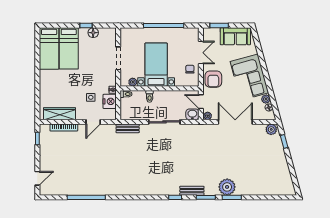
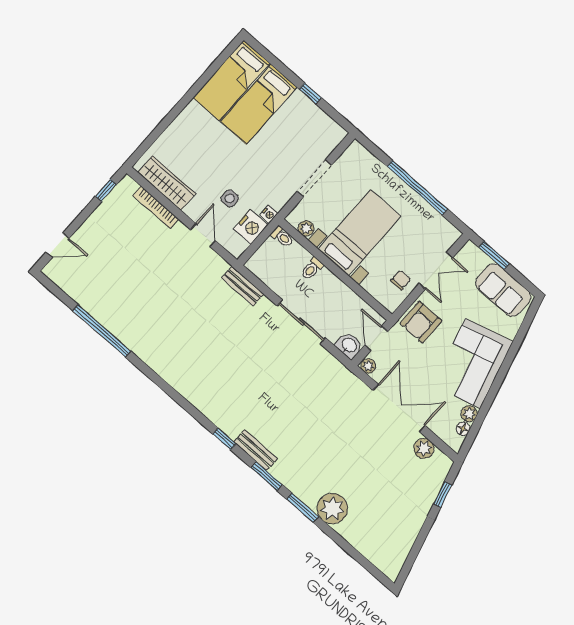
floor lamp: (93, 33) -> (312, 112), removed
door: (93, 122) -> (203, 235), swing flipped
plant: (271, 129) -> (424, 448), moved
plant: (227, 187) -> (332, 509), moved

